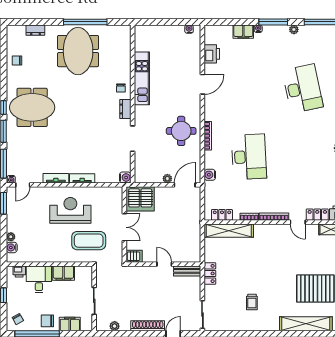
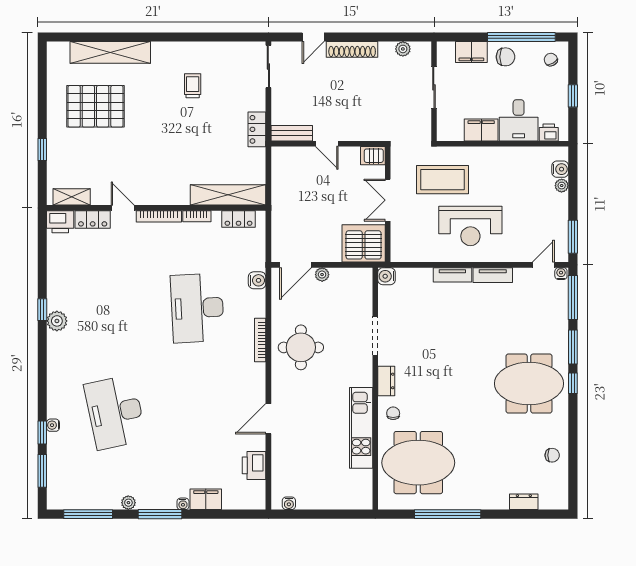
meeting table: (78, 51) -> (418, 463), moved, turned 90

